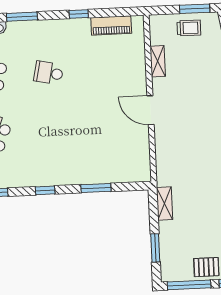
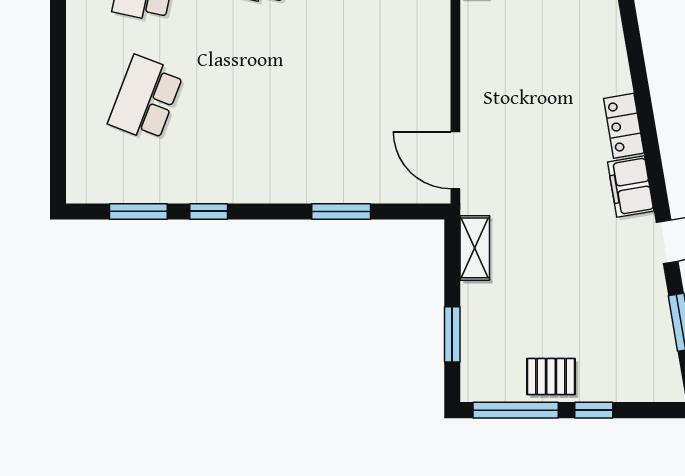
door: (151, 110) -> (455, 160), moved
window: (45, 190) -> (209, 211), moved

